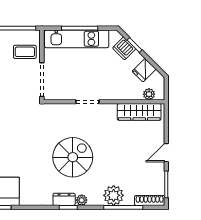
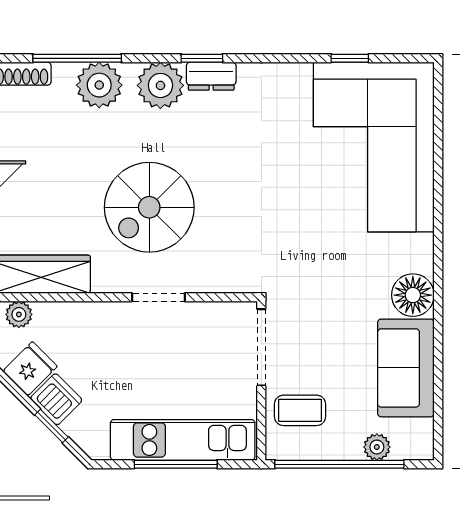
dishwasher: (124, 48) -> (56, 399), moved
spiral stairs: (73, 157) -> (149, 207), moved
plant: (82, 200) -> (160, 85), width x1.87, depth x1.87

